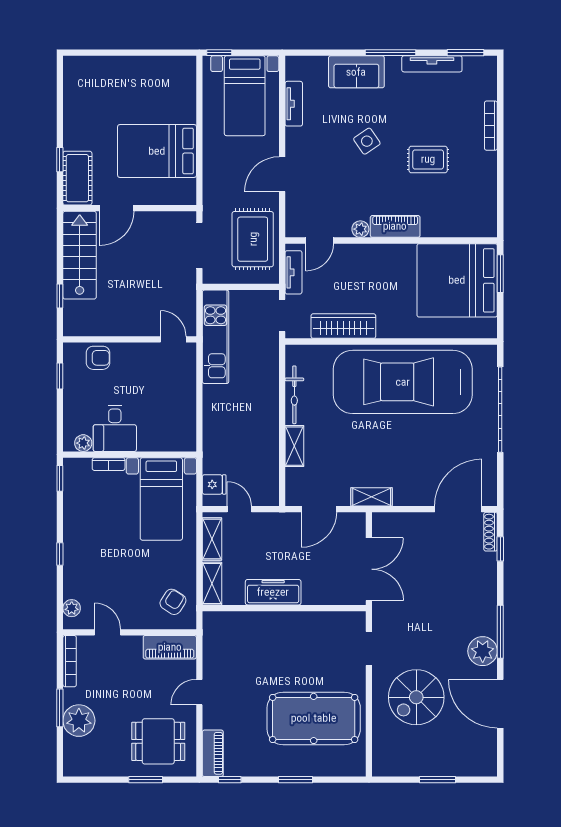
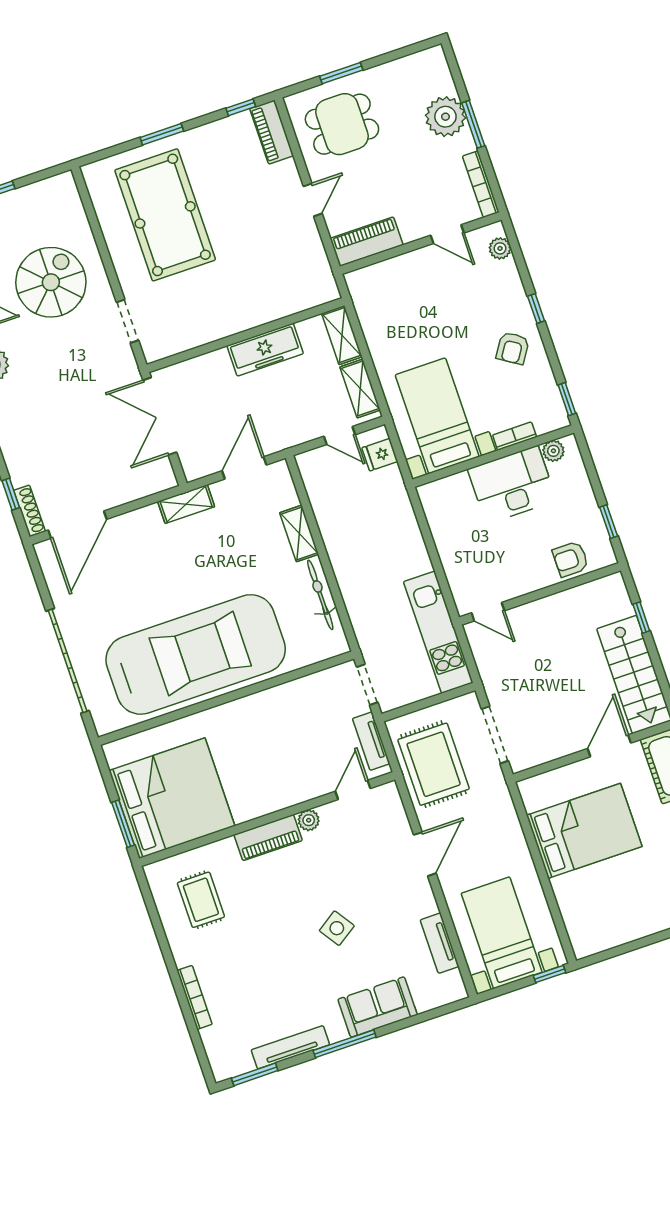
rug: (428, 159) -> (201, 900), moved, turned 90
wardrobe: (343, 326) -> (290, 697), removed
desk: (115, 428) -> (512, 485), width x1.37
armchair: (173, 602) -> (513, 348), moved
pool table: (314, 718) -> (165, 215), turned 90

